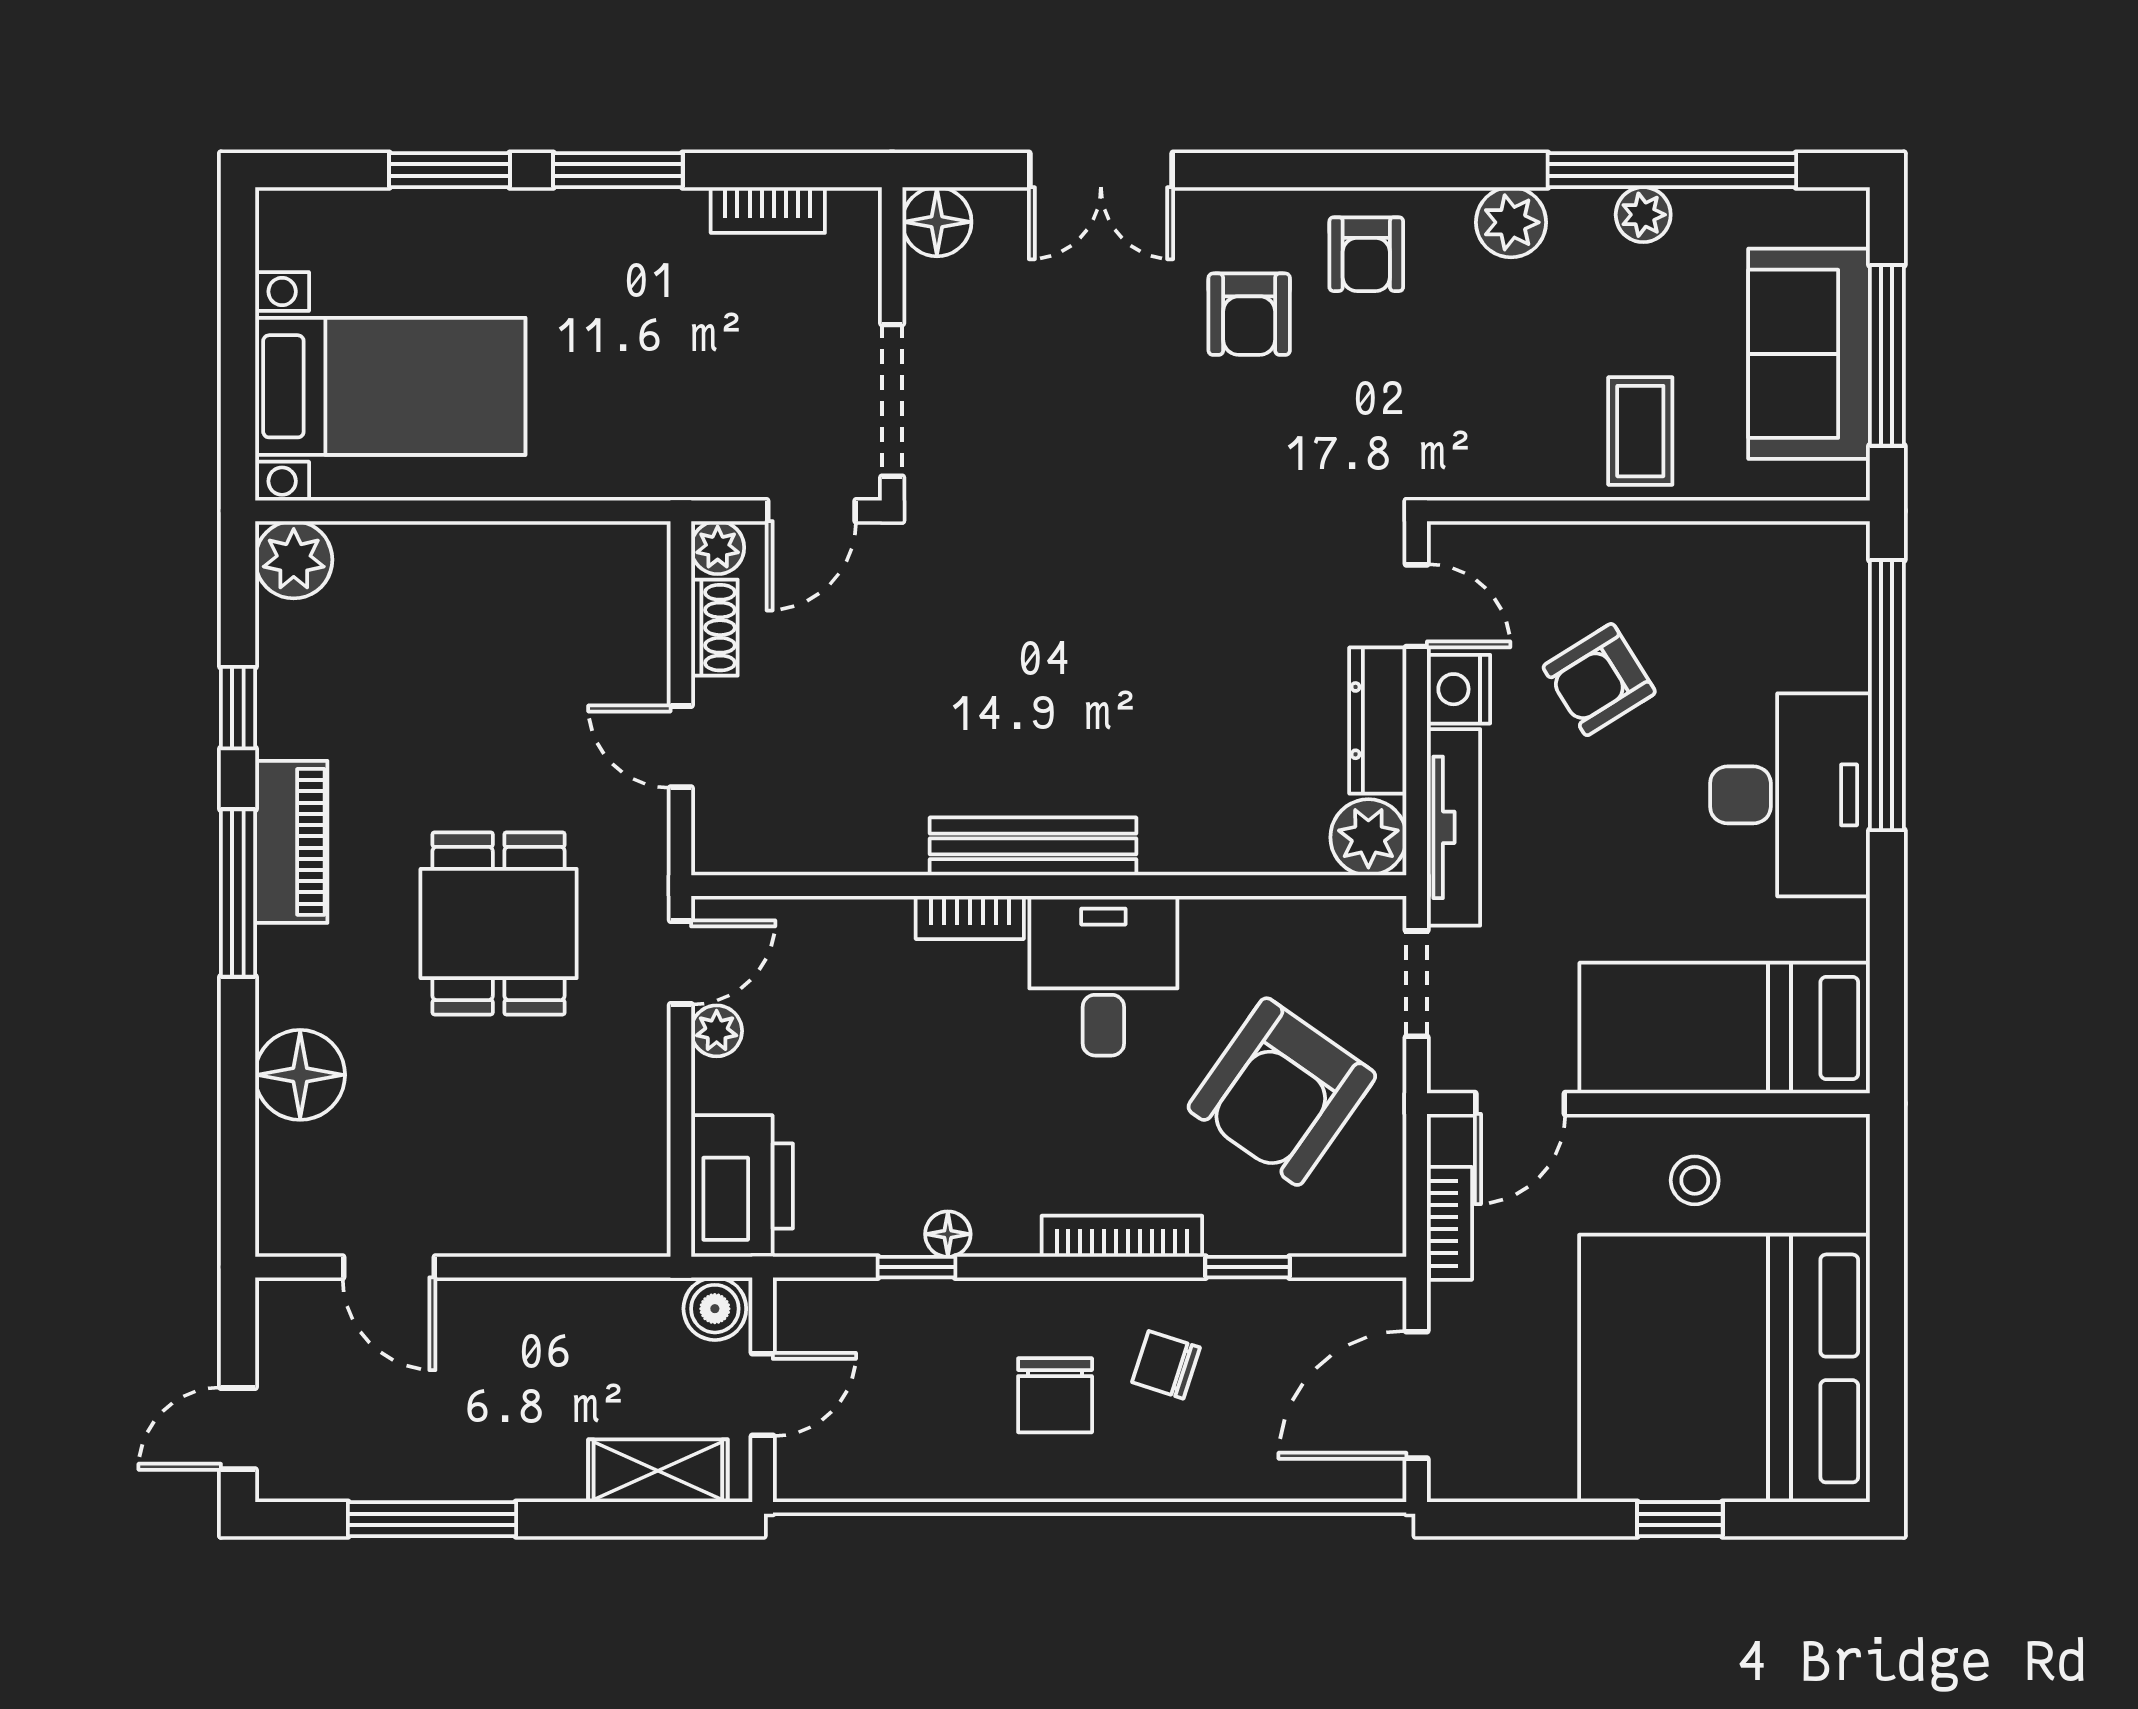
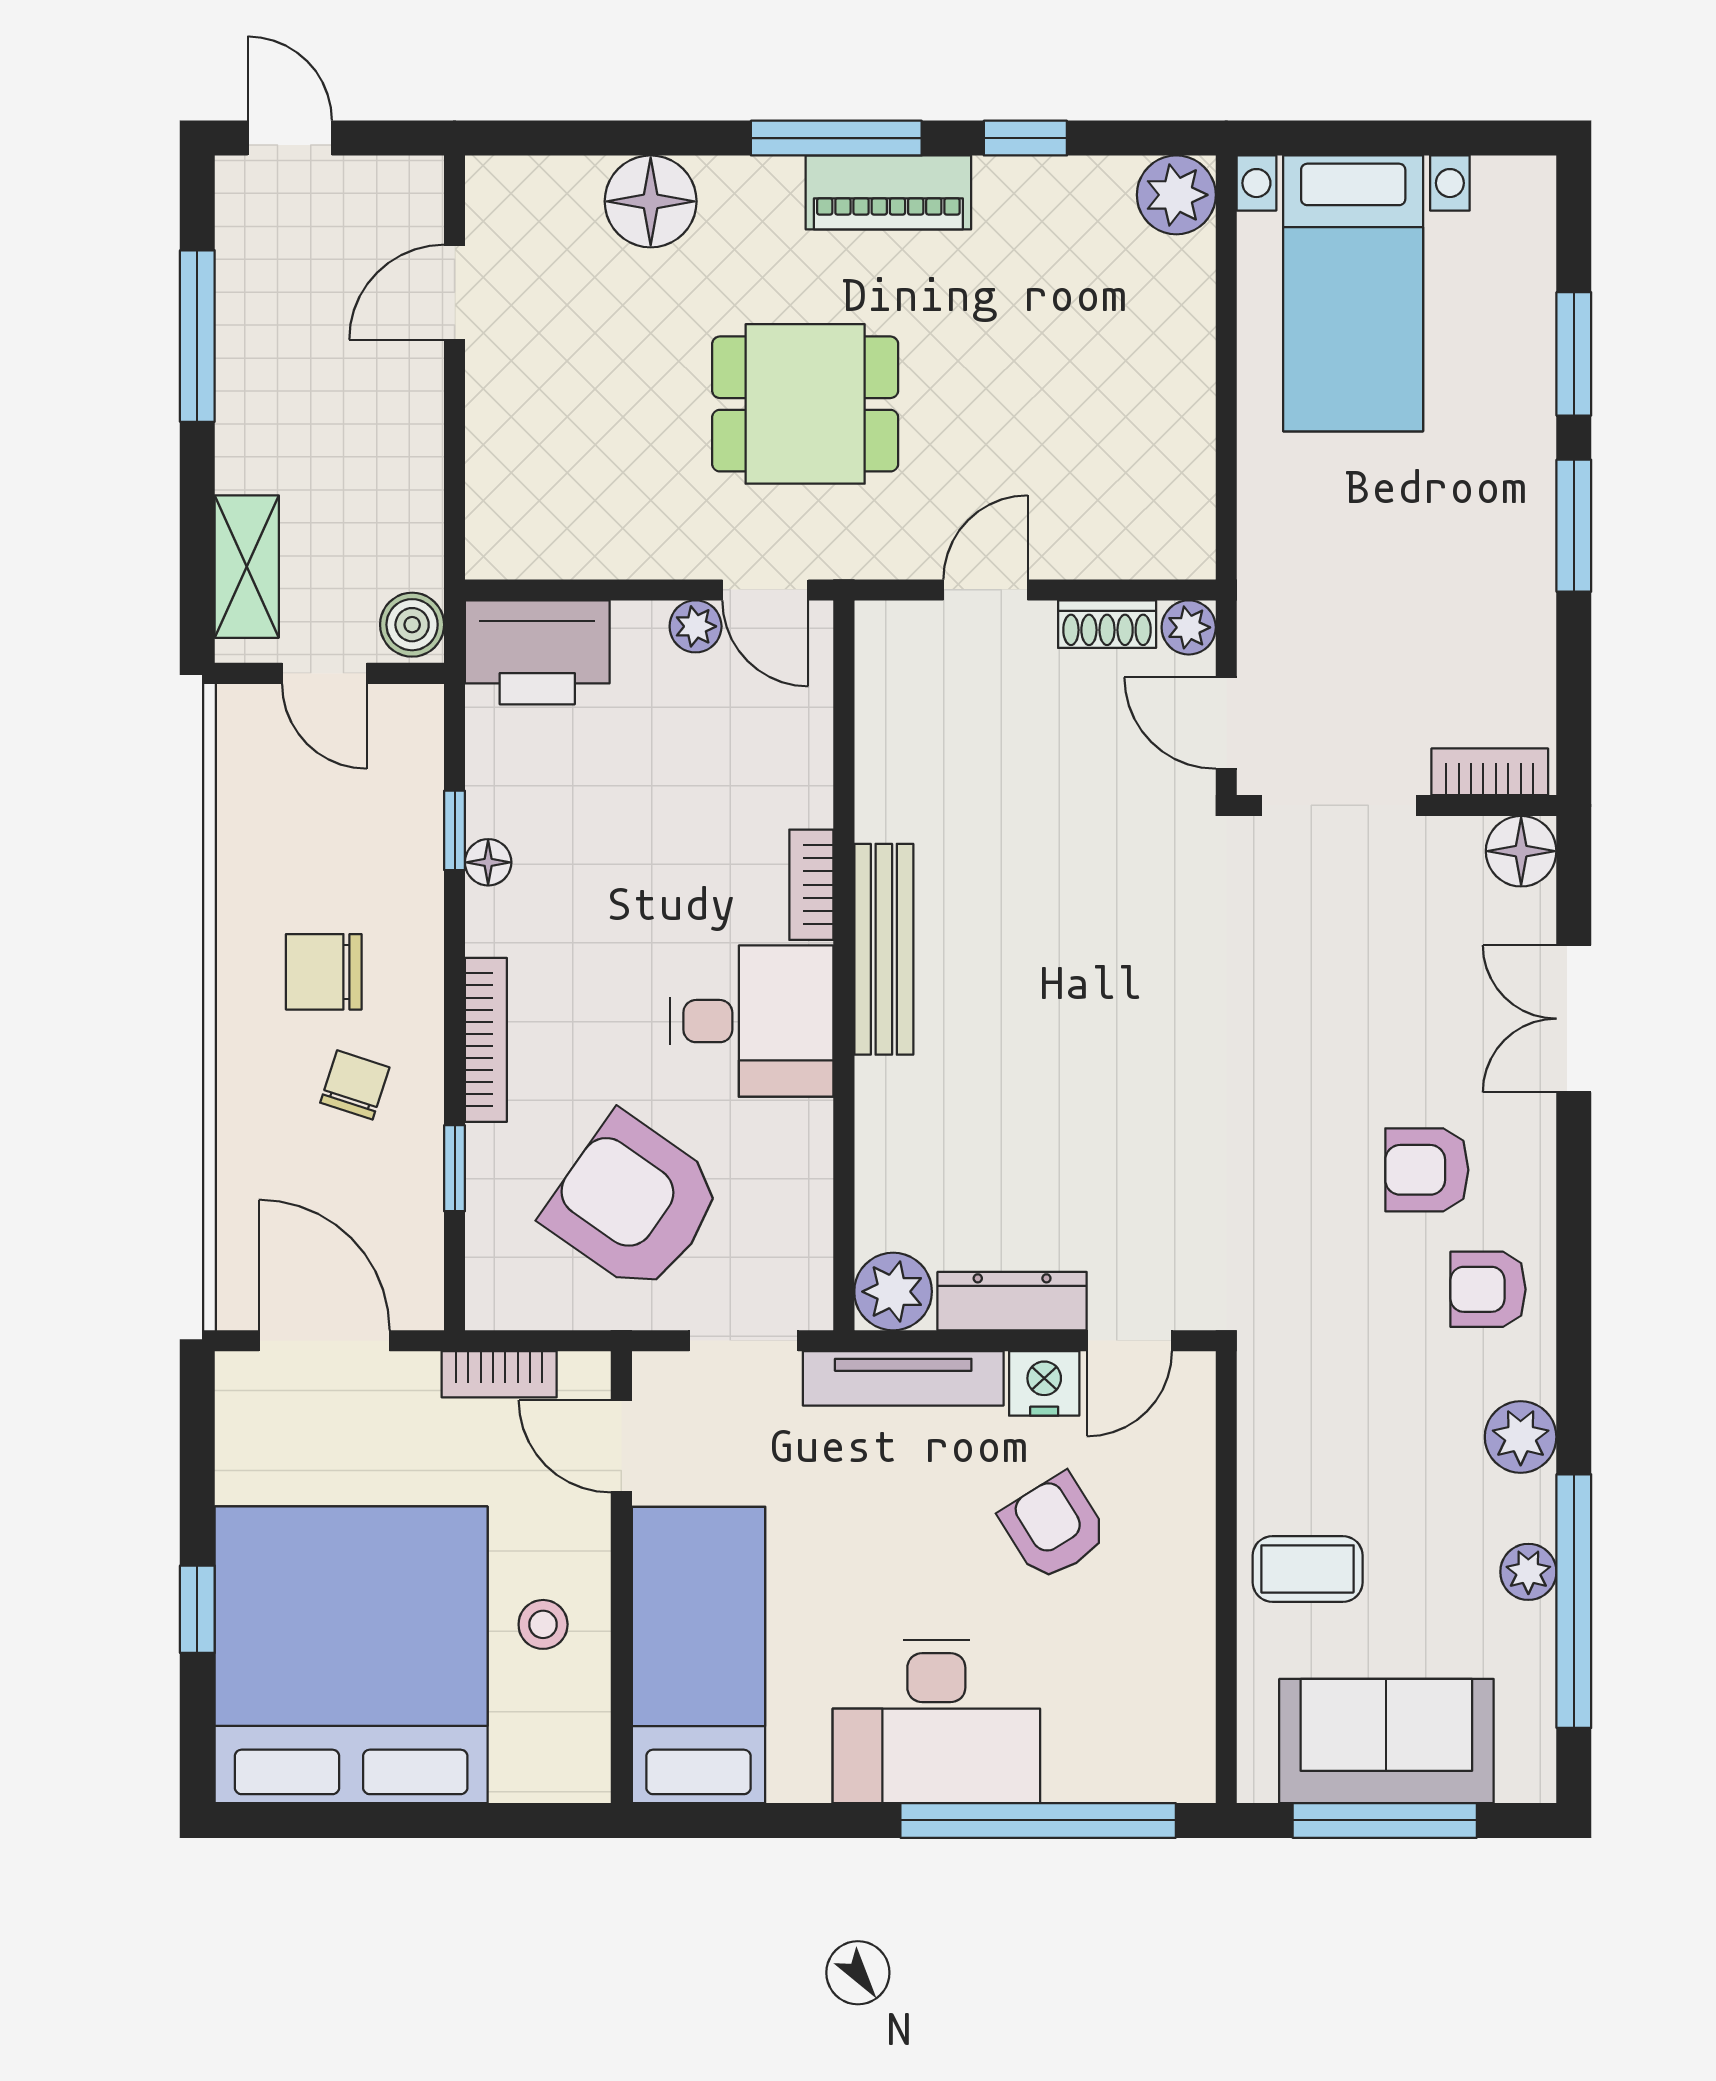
bookcase: (768, 210) -> (1490, 772), moved, turned 90

